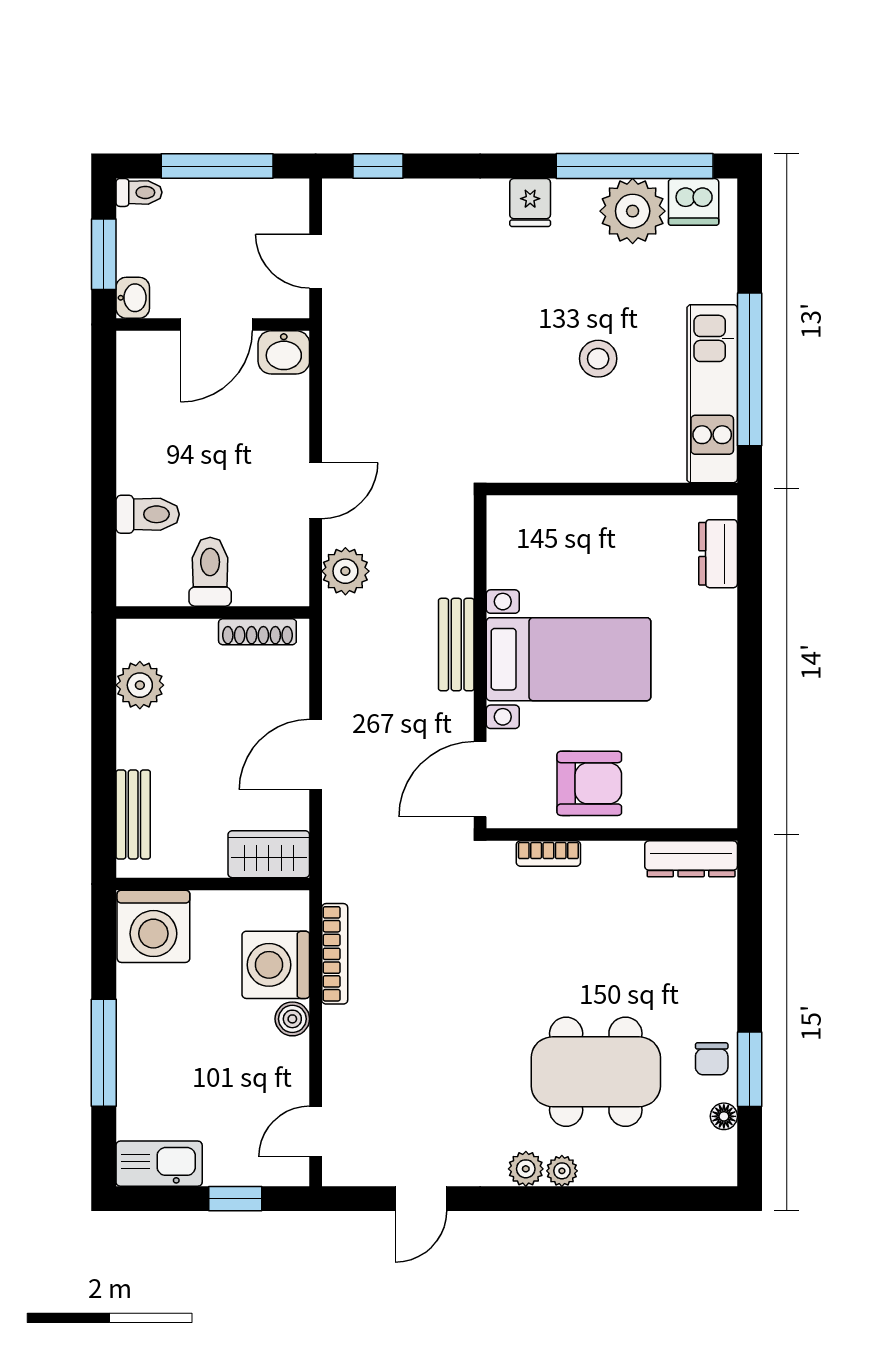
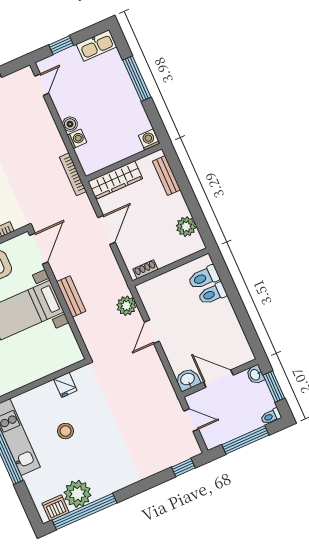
fridge: (530, 202) -> (65, 385), moved, turned 180
door: (216, 324) -> (218, 379), hinge flipped
toilet: (210, 572) -> (204, 278), moved, turned 90
shoe rack: (257, 632) -> (145, 269), width x0.70
wardrobe: (269, 854) -> (115, 180), width x1.50
washing machine: (153, 926) -> (149, 140), width x0.53, depth x0.53
bookcase: (335, 954) -> (73, 174), moved
washing machine: (276, 965) -> (77, 139), width x0.53, depth x0.53

